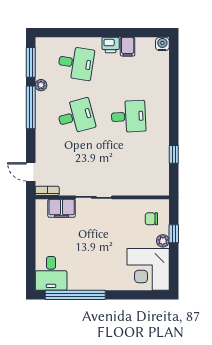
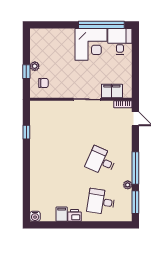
desk: (76, 116) -> (101, 161), turned 39
desk: (128, 116) -> (61, 161), removed
corner desk: (148, 269) -> (91, 44), moved, turned 90

